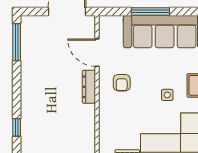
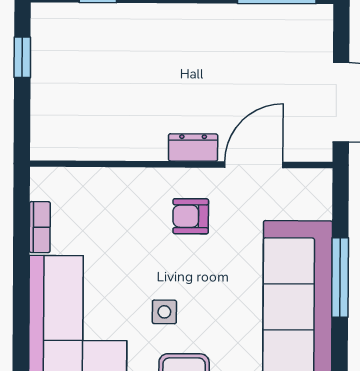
dresser: (89, 87) -> (193, 147), width x0.70

